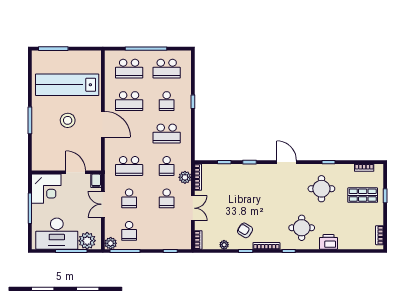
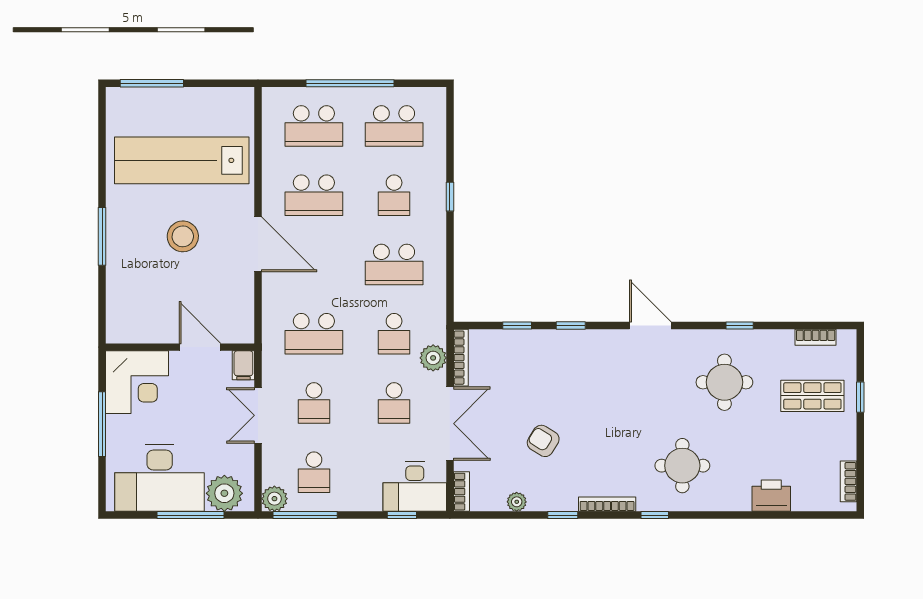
double door: (193, 208) -> (450, 424), width x1.37
armchair: (245, 230) -> (543, 441), moved
desk: (176, 238) -> (415, 487), added
printer: (329, 242) -> (771, 496), moved

